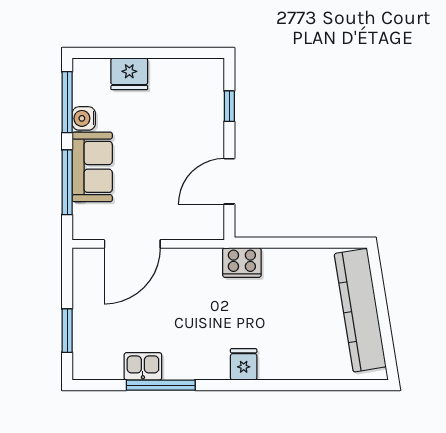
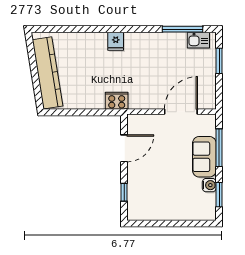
fridge: (129, 74) -> (183, 211), removed
window: (67, 102) -> (219, 195), width x0.69
kitchen sink: (143, 366) -> (198, 40), moved
window: (161, 385) -> (183, 29), moved

